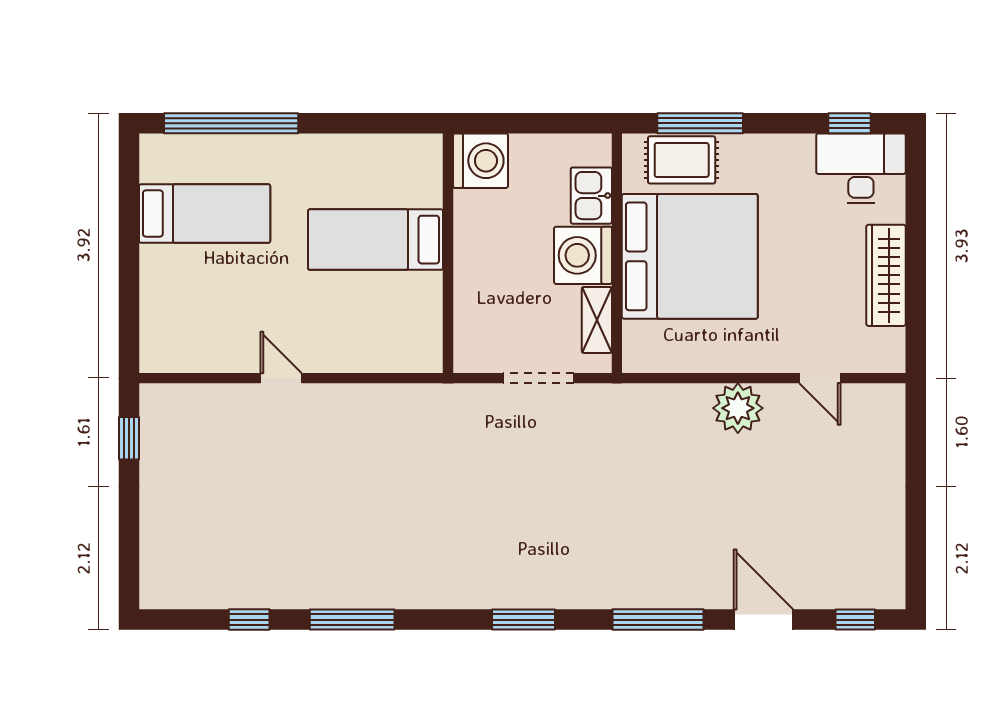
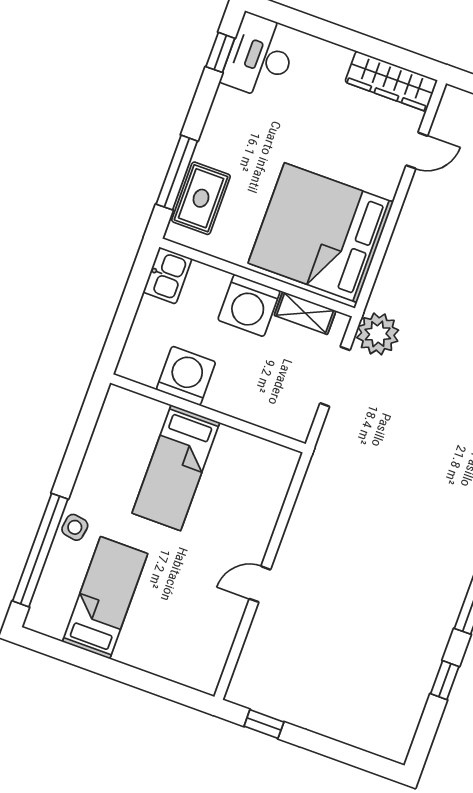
side table: (270, 152) -> (75, 527), added
washing machine: (480, 161) -> (186, 376), moved
kitchen sink: (591, 196) -> (167, 275), moved, turned -90
bed: (690, 256) -> (321, 233), moved, turned -90
wardrobe: (886, 275) -> (391, 81), moved
plant: (738, 408) -> (378, 334), moved

